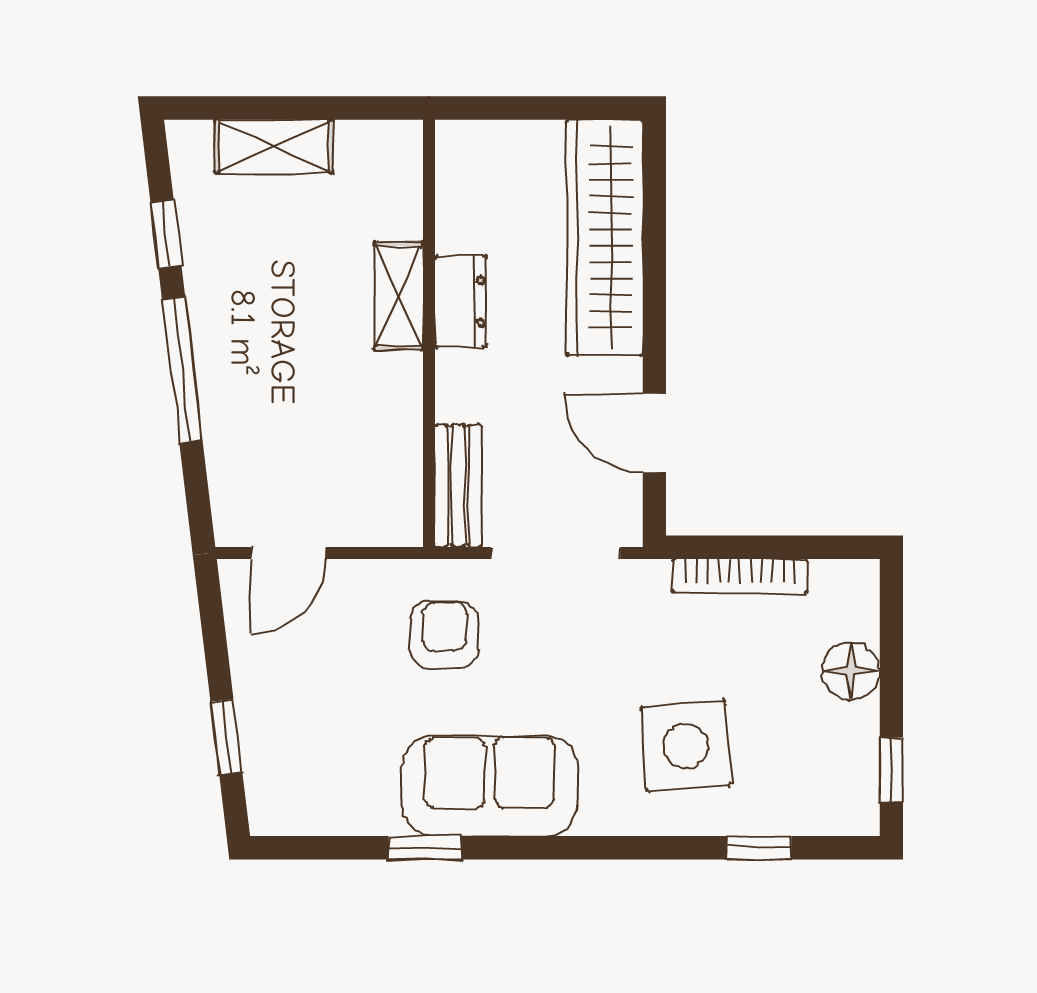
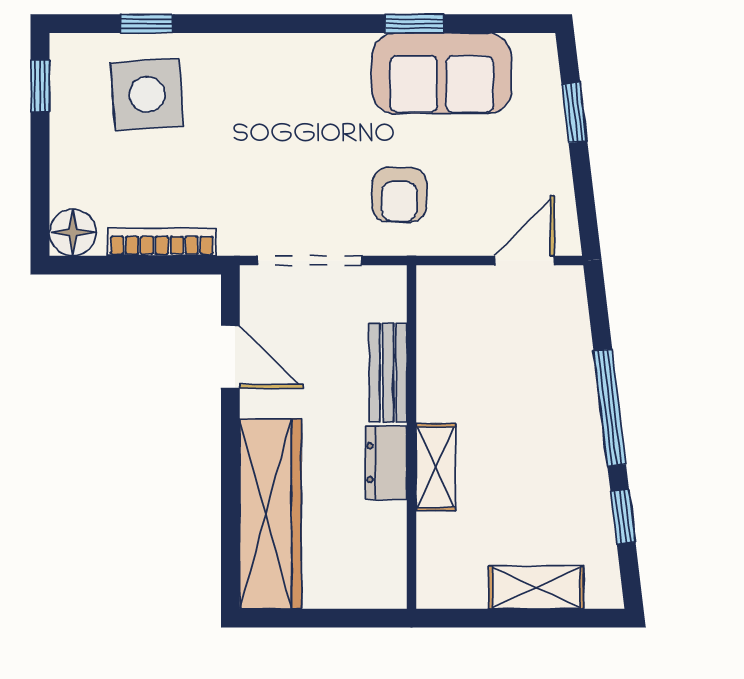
bench: (458, 486) -> (388, 373), moved
floor lamp: (851, 671) -> (73, 232), moved
side table: (686, 746) -> (147, 94), moved
sofa: (490, 786) -> (442, 73), moved

